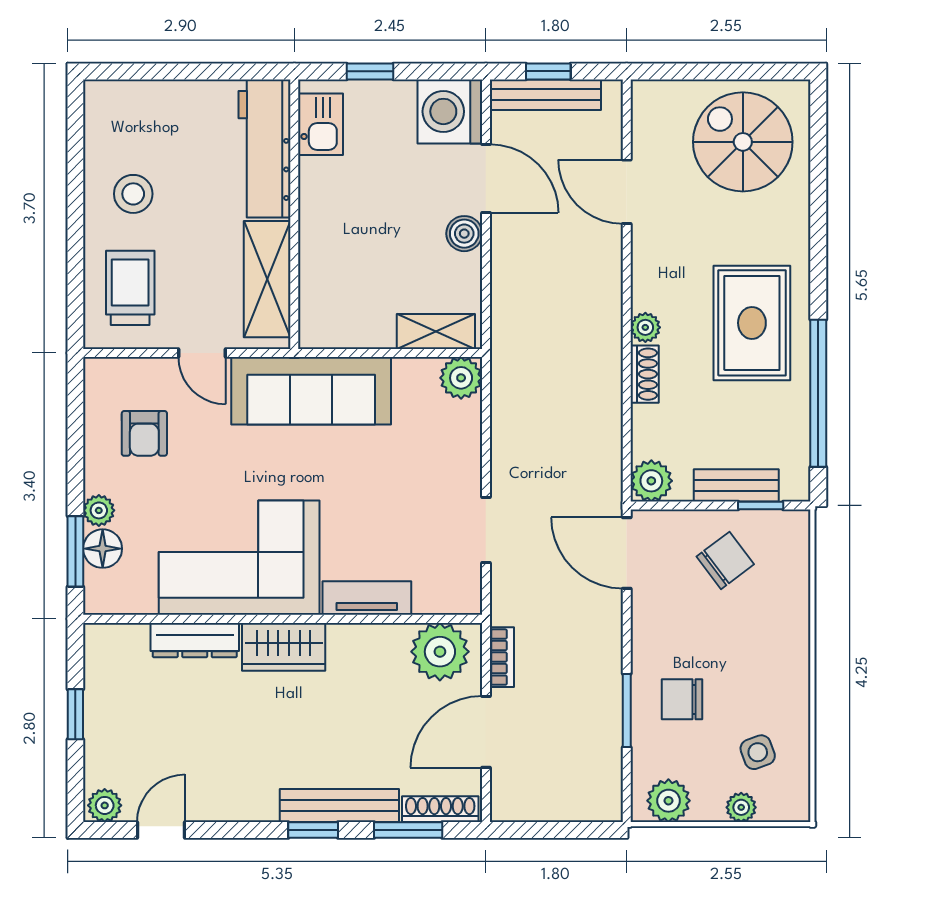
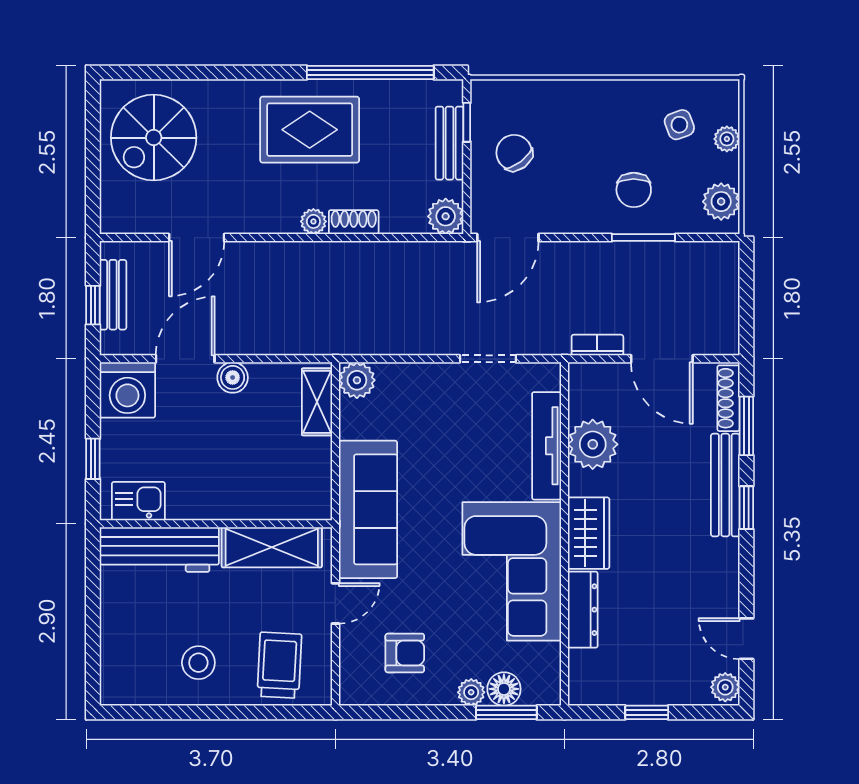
bench: (546, 95) -> (113, 295), width x0.73
trolley: (130, 288) -> (279, 665), turned 93
tv unit: (367, 598) -> (547, 446), width x1.41
plant: (440, 652) -> (593, 444), moved

